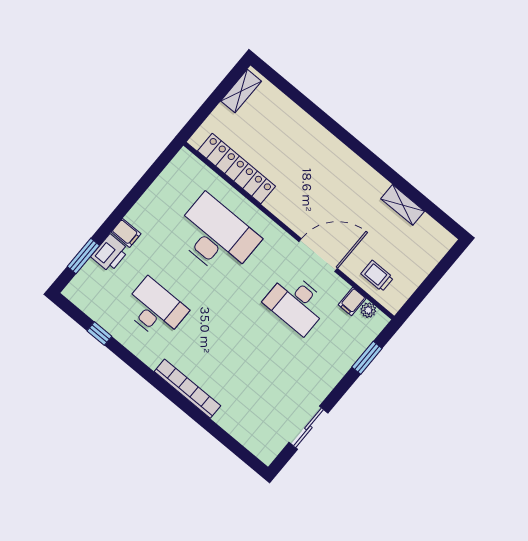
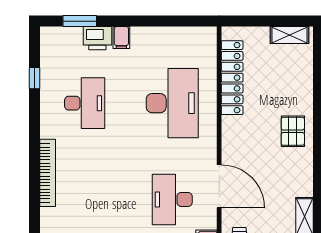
pallet: (324, 155) -> (293, 131), added

